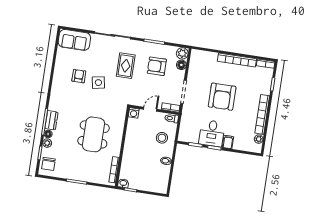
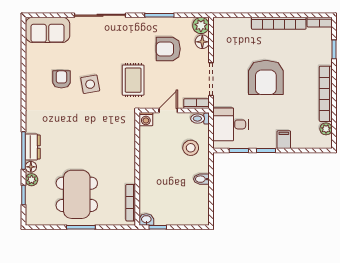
rug: (126, 66) -> (133, 80), moved
desk: (212, 133) -> (231, 124), moved, turned 90
dining table: (94, 134) -> (77, 194), moved
chair: (48, 164) -> (38, 209), removed

